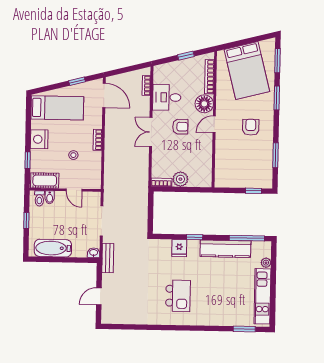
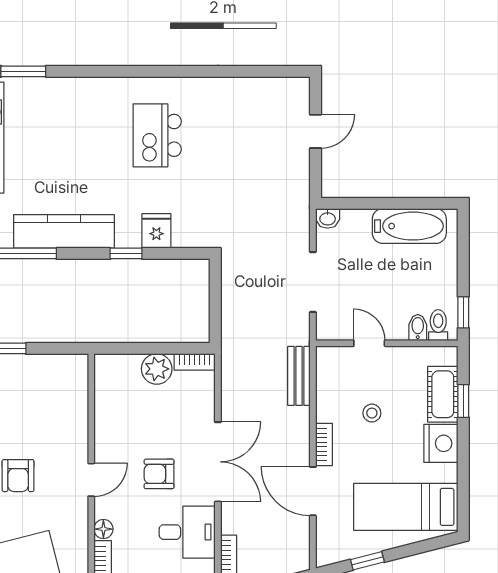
door: (104, 95) -> (313, 491), moved
floor lamp: (204, 104) -> (103, 529), width x0.53, depth x0.53
double door: (151, 132) -> (218, 462), width x1.37
cot: (45, 181) -> (443, 394), moved, turned 90
window: (26, 221) -> (463, 312), moved
bench: (108, 258) -> (299, 376), moved

